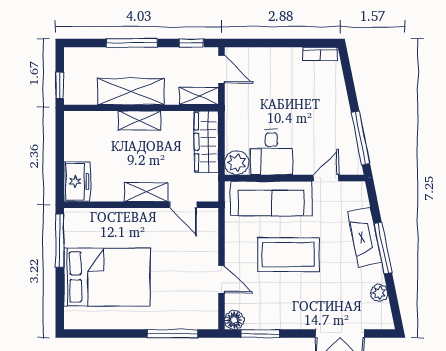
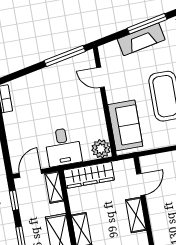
desk: (271, 152) -> (63, 147), moved, turned 90
sofa: (271, 198) -> (125, 125), width x0.73

